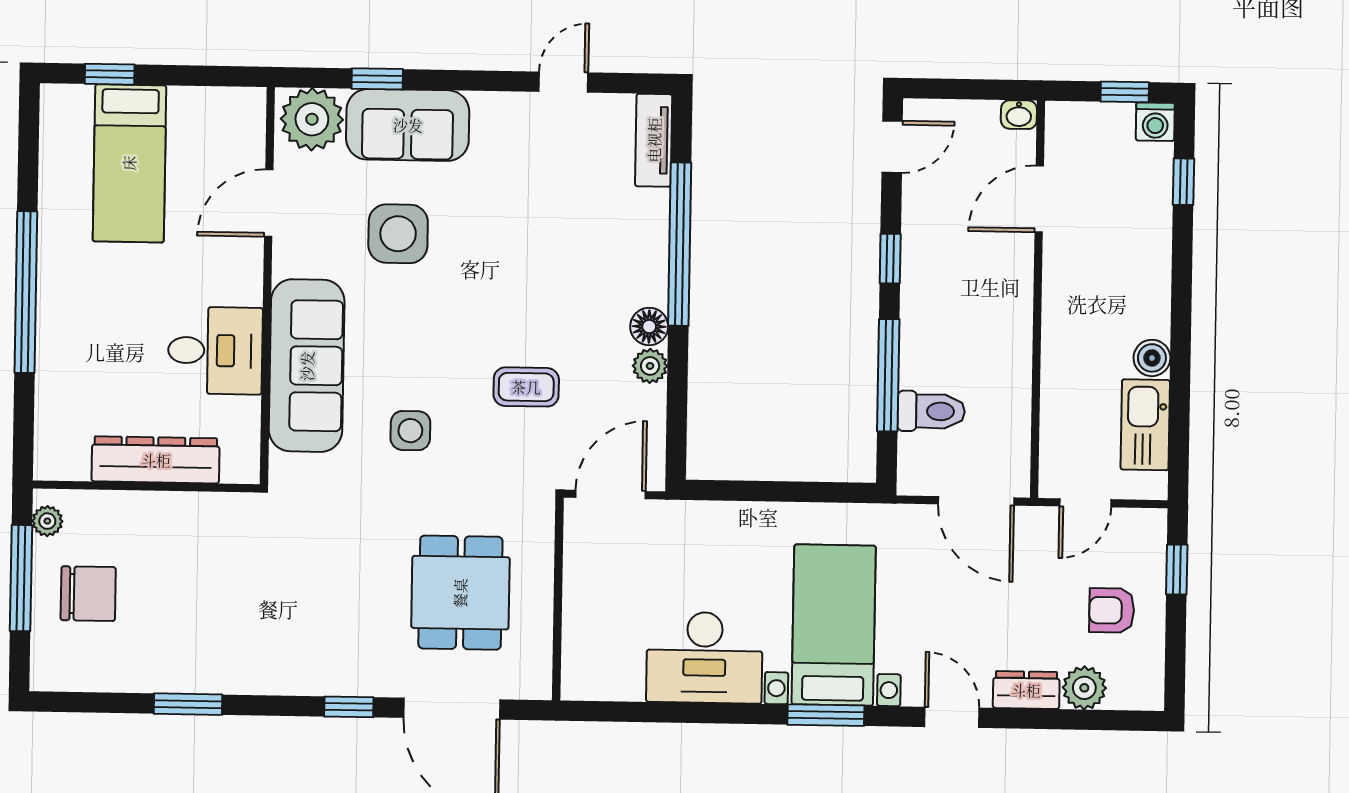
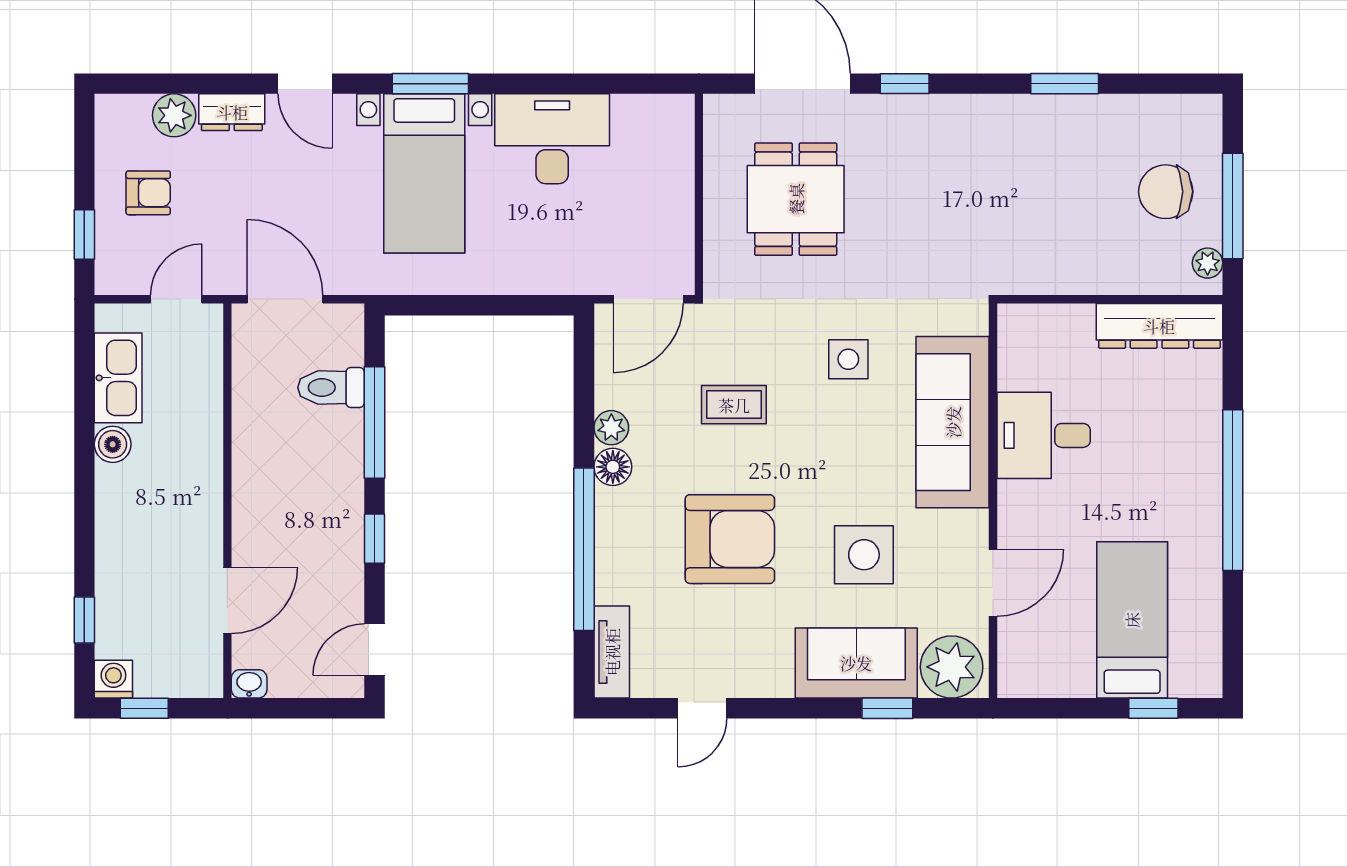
armchair: (533, 252) -> (730, 539), added
dresser: (156, 460) -> (1159, 326), moved

